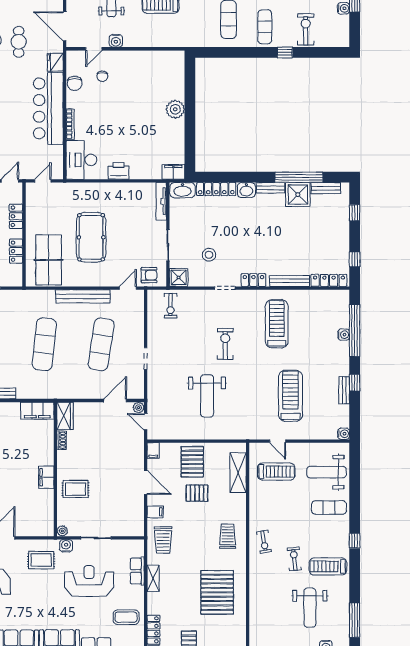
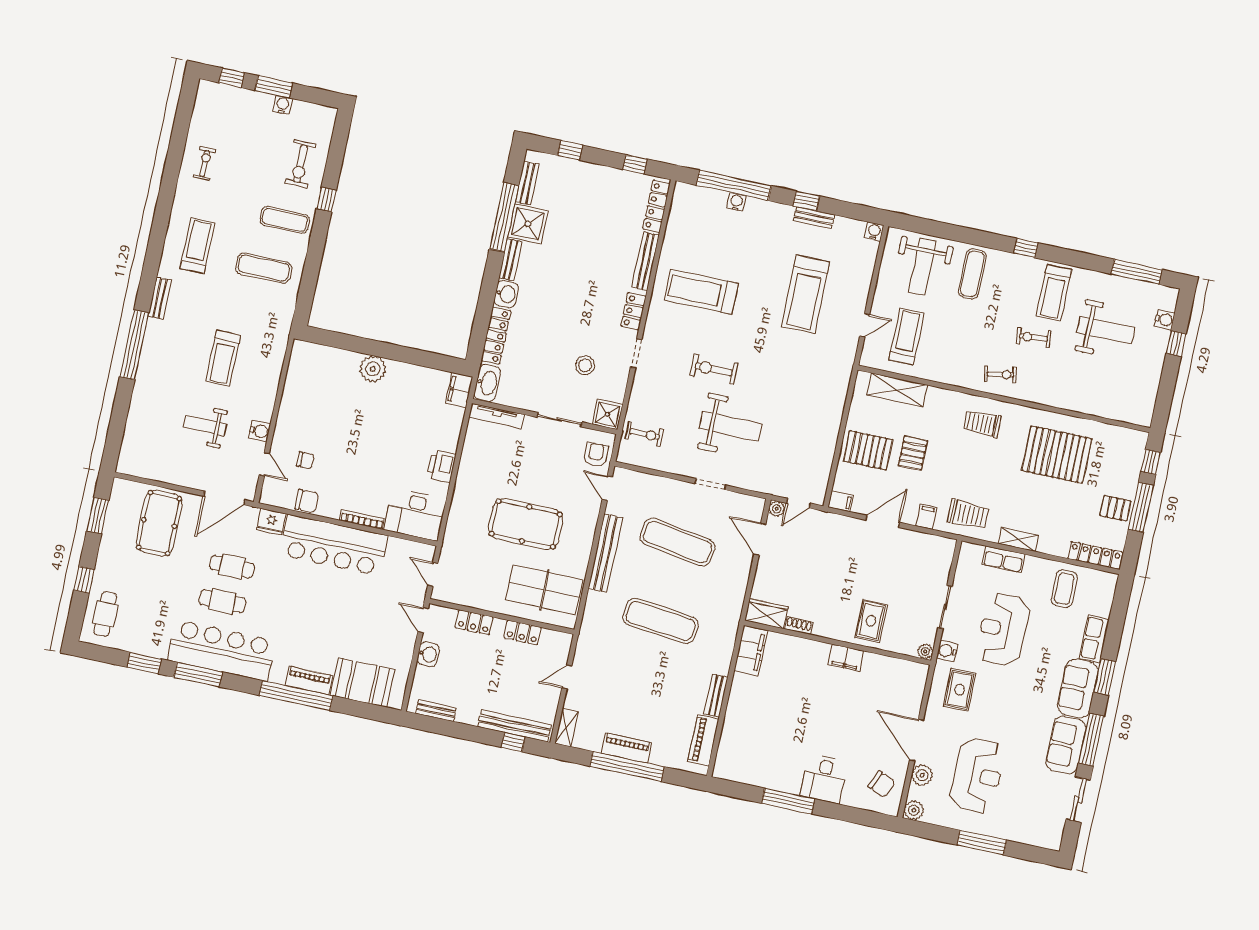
exercise bike: (306, 29) -> (300, 164), turned -90
weight bench: (207, 396) -> (730, 426), moved
treadmill: (290, 396) -> (805, 294), turned -90

